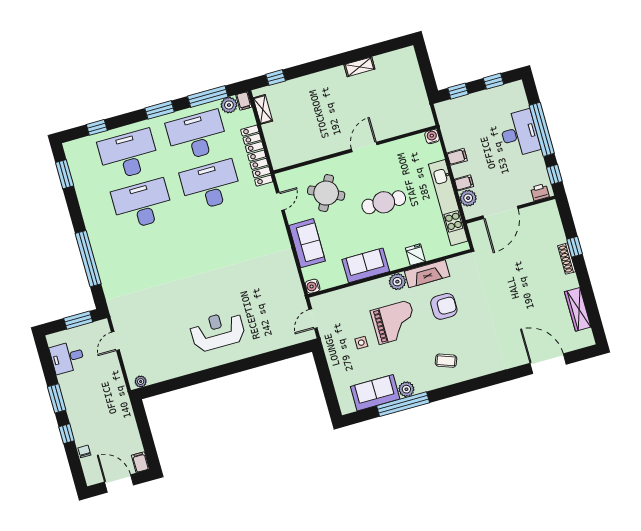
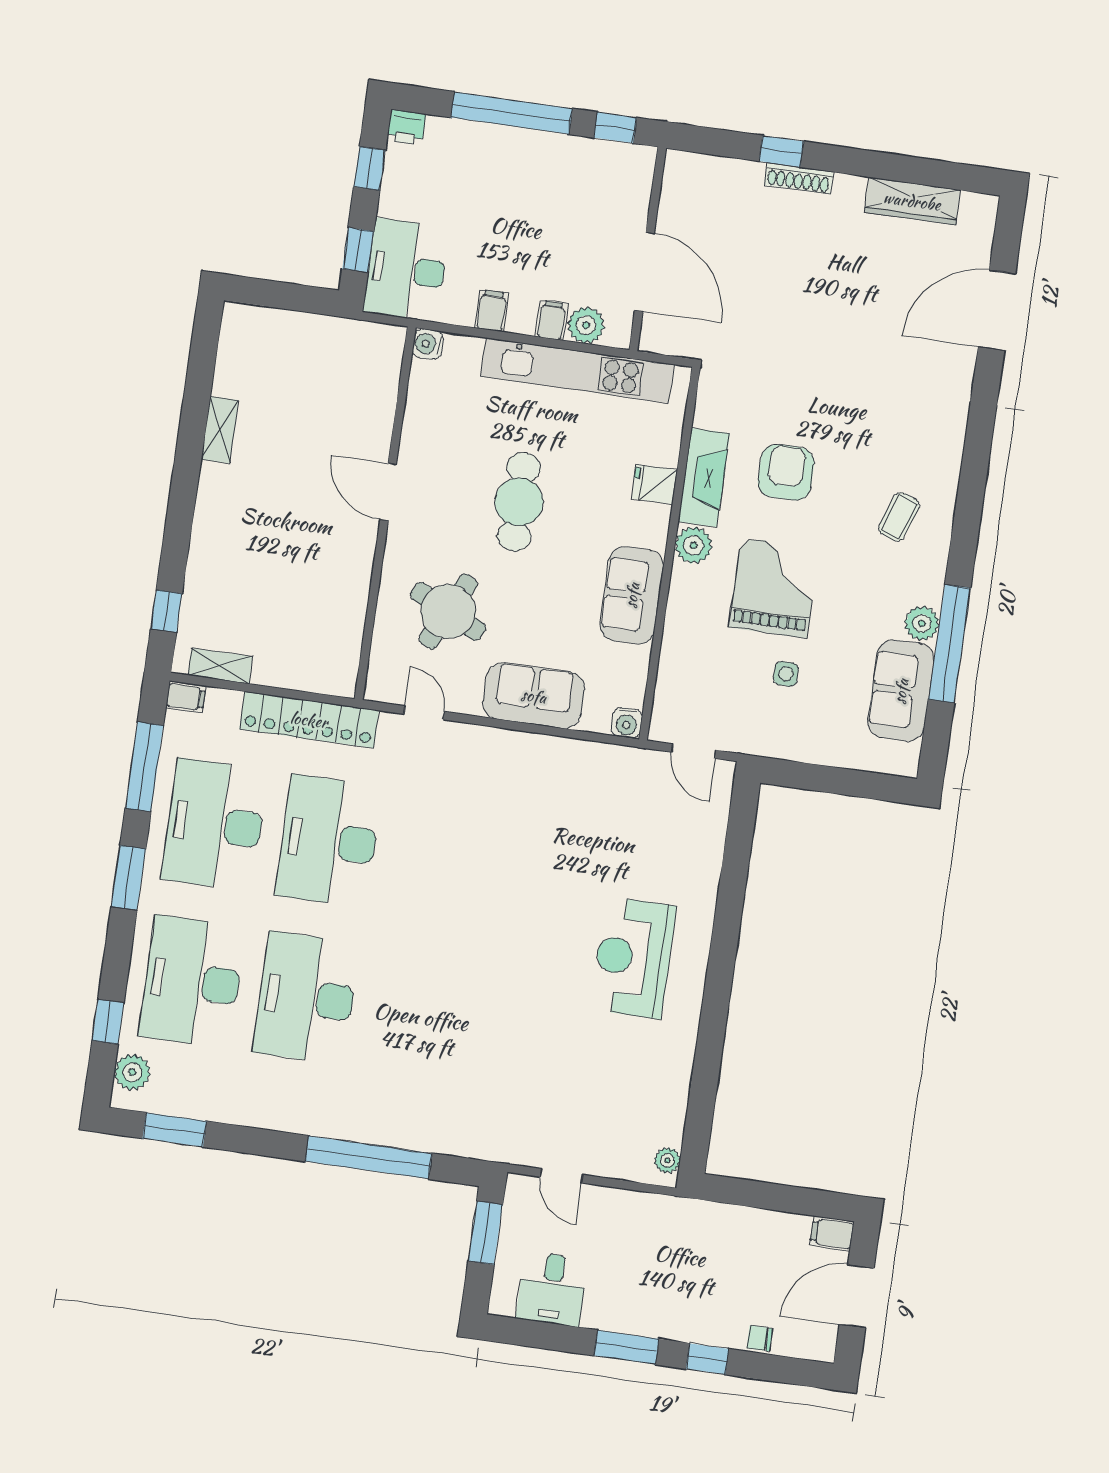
plant: (229, 105) -> (132, 1072), moved
desk: (519, 133) -> (406, 270), moved, turned -90
printer: (540, 192) -> (406, 127), moved, turned -90

